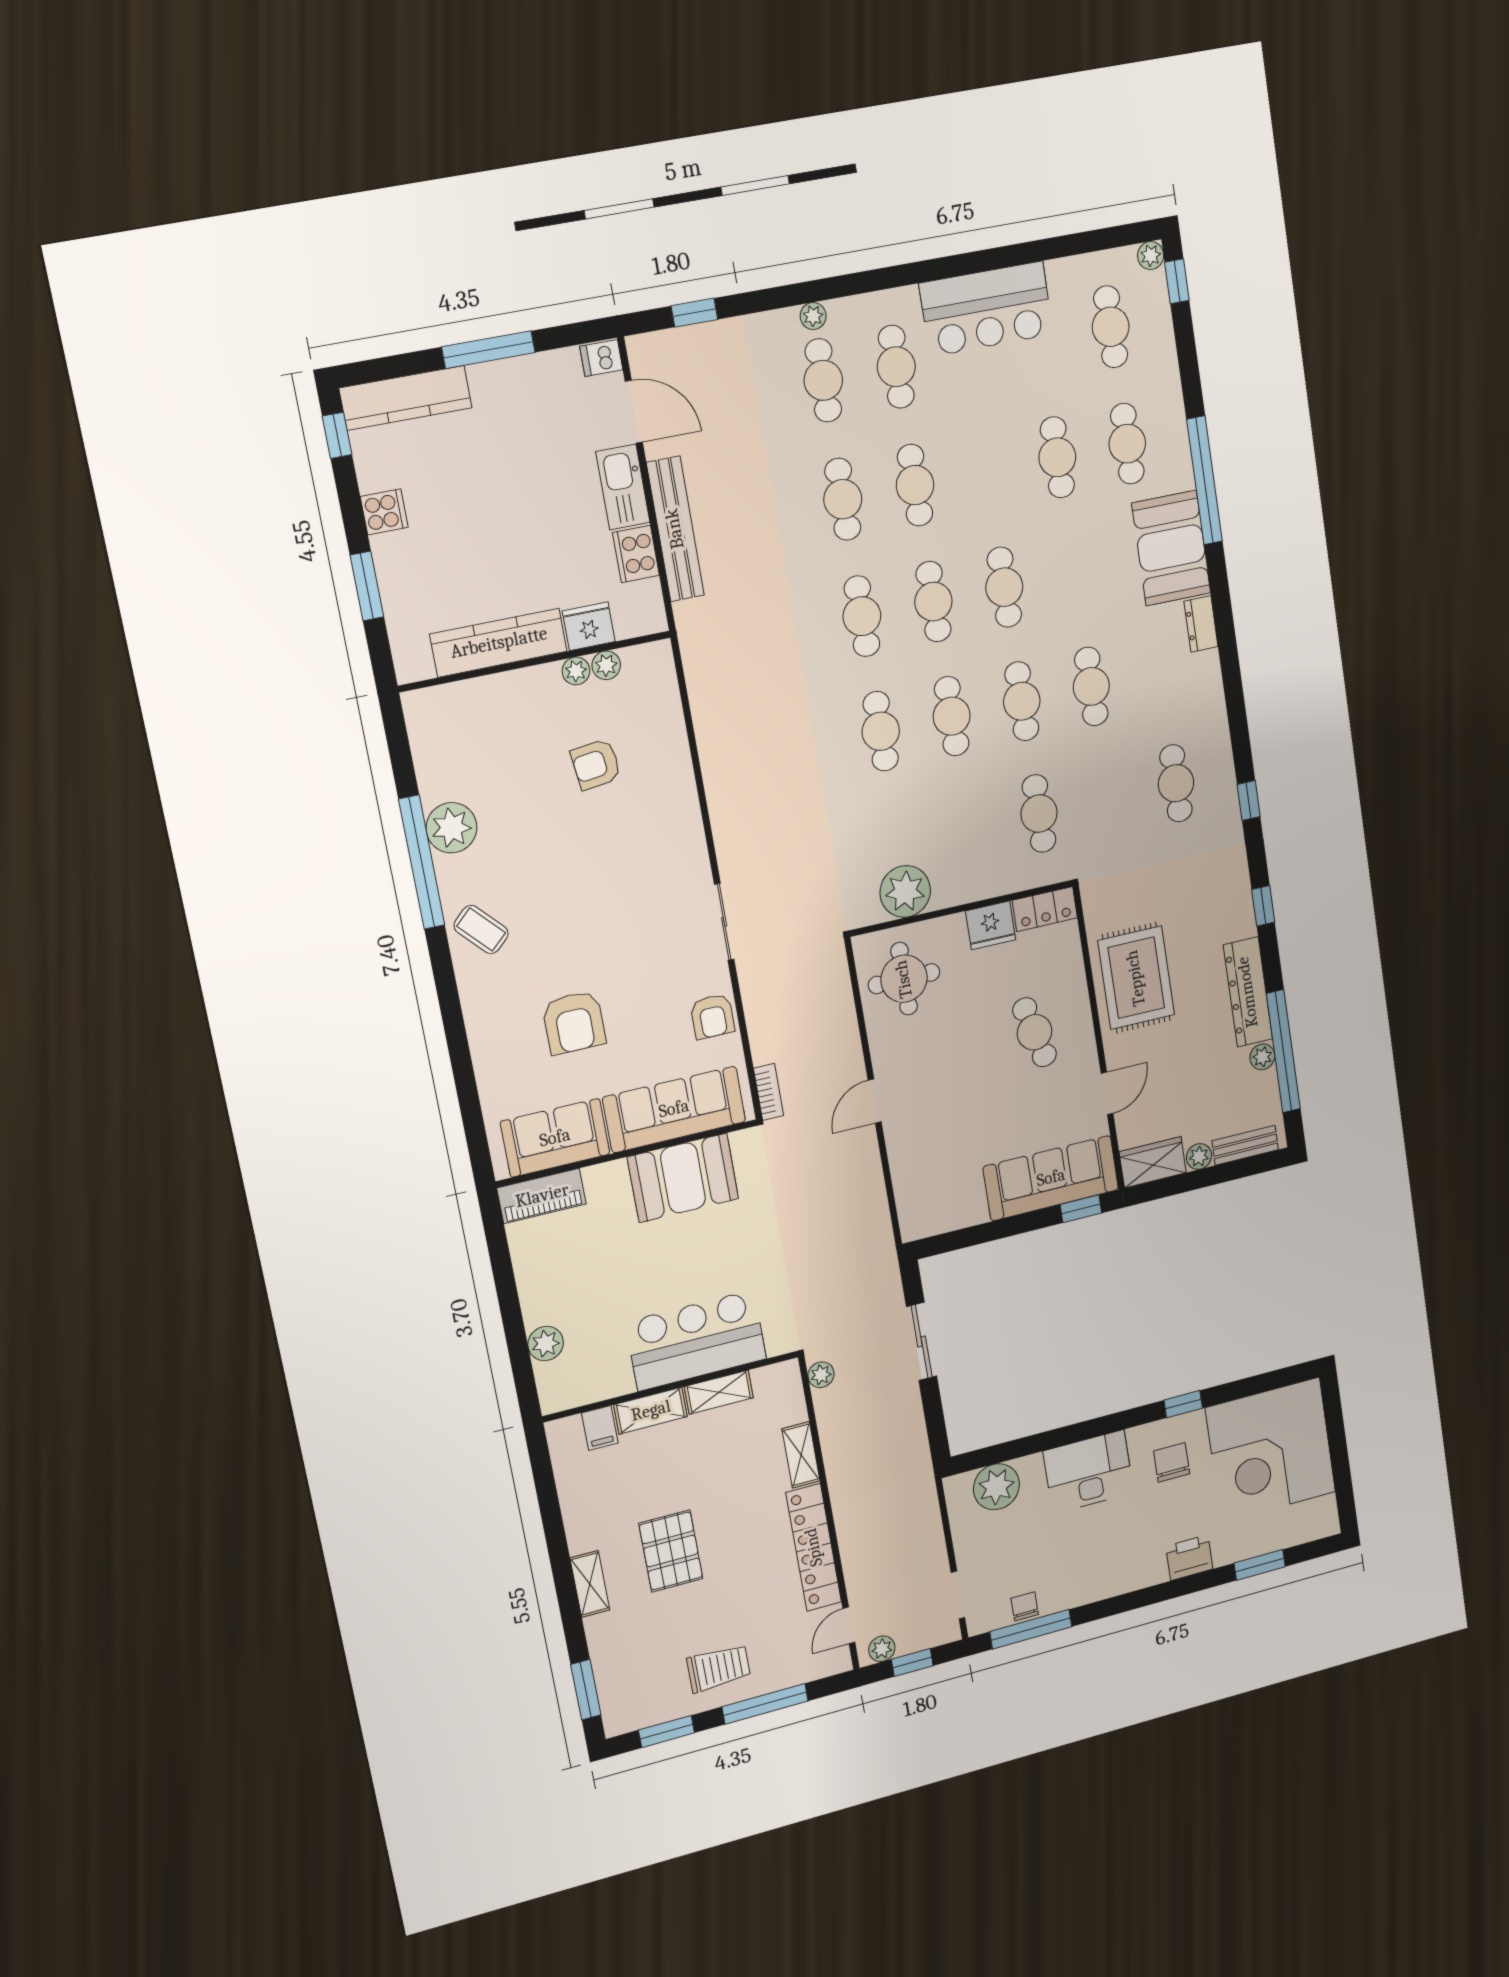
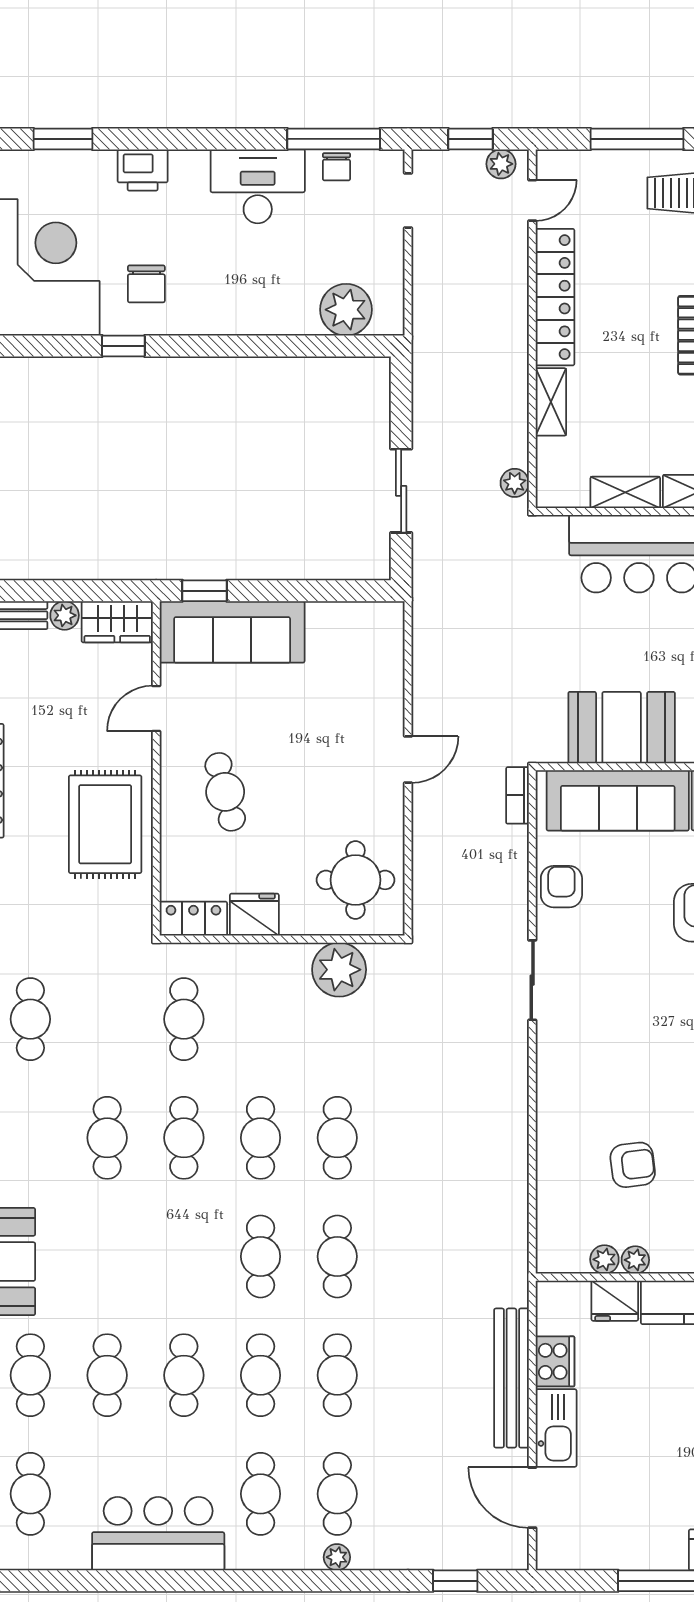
dishwasher: (601, 358) -> (555, 1554), removed
cafe table: (1004, 587) -> (184, 1375), moved
desk: (1088, 1472) -> (258, 186), moved, turned 180

